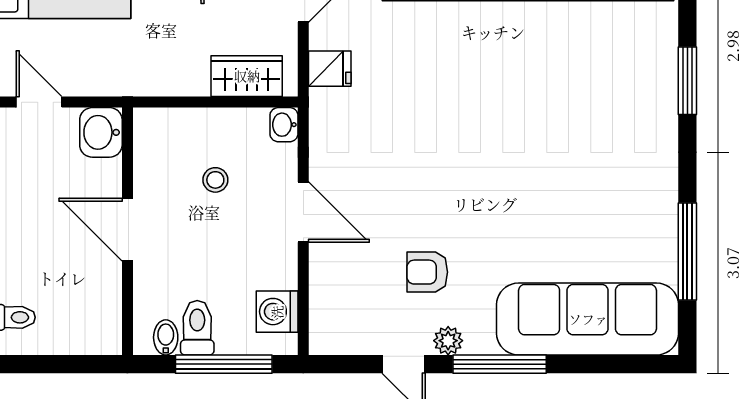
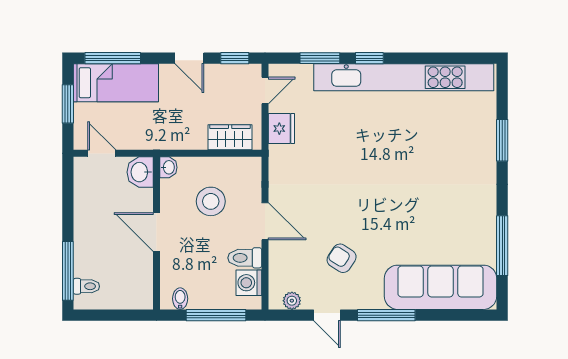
fridge: (330, 69) -> (281, 129), width x1.38
washbasin: (284, 125) -> (168, 167), moved, turned 180
stool: (215, 180) -> (211, 201), width x1.89, depth x1.89
armchair: (427, 272) -> (342, 258), turned 33
toilet: (197, 328) -> (245, 258), moved, turned -90
plant: (448, 341) -> (292, 301), moved

